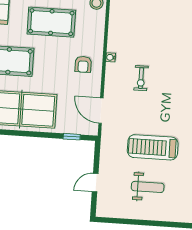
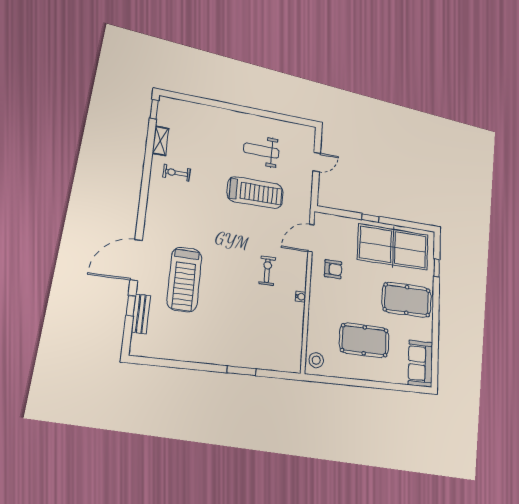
armchair: (83, 64) -> (333, 269), moved, turned 90
door: (101, 111) -> (311, 238), swing flipped
window: (72, 137) -> (370, 218), moved

